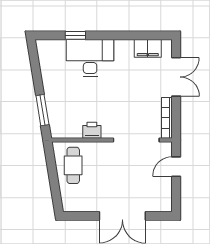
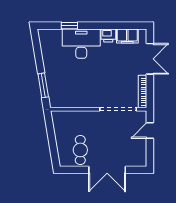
printer: (92, 130) -> (108, 35), moved, turned 180
cafe table: (73, 165) -> (80, 150), moved

